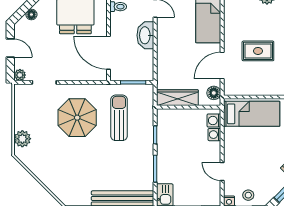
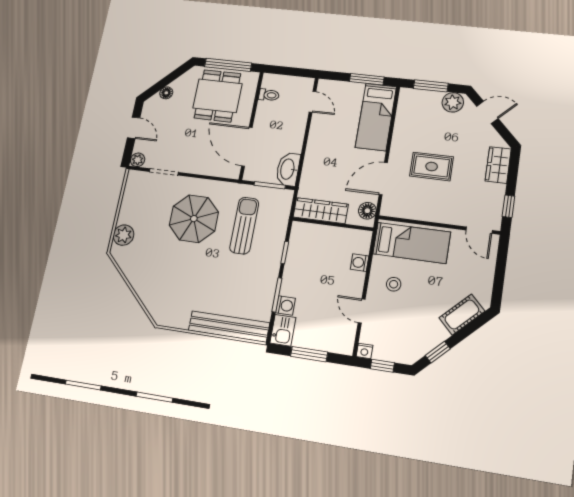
washbasin: (145, 35) -> (288, 169), moved
washing machine: (214, 120) -> (285, 305), moved, turned 180
stool: (248, 195) -> (394, 284), moved

